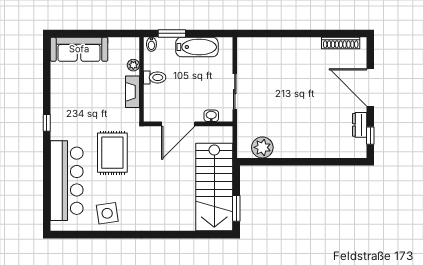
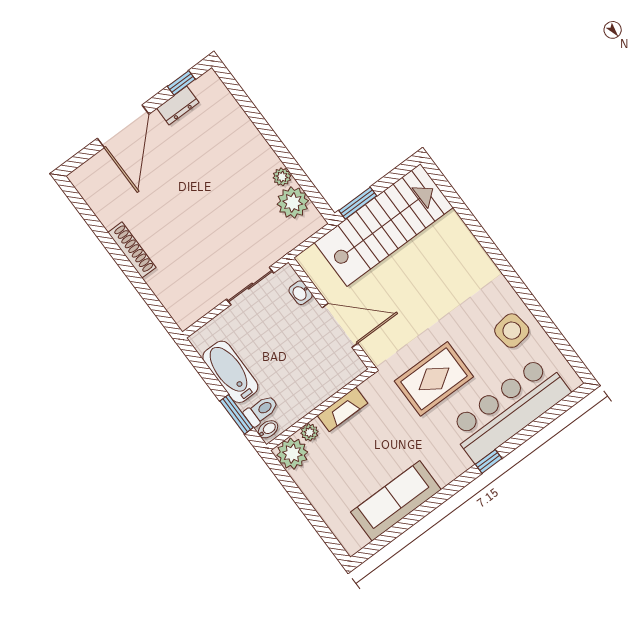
shoe rack: (341, 43) -> (132, 250), moved
plant: (129, 48) -> (292, 454), added
sofa: (79, 49) -> (396, 501), moved, turned -90
toilet: (155, 77) -> (261, 410), moved, turned 90
window: (47, 123) -> (489, 461), moved
plant: (280, 152) -> (282, 177), added
window: (236, 208) -> (358, 203), moved

